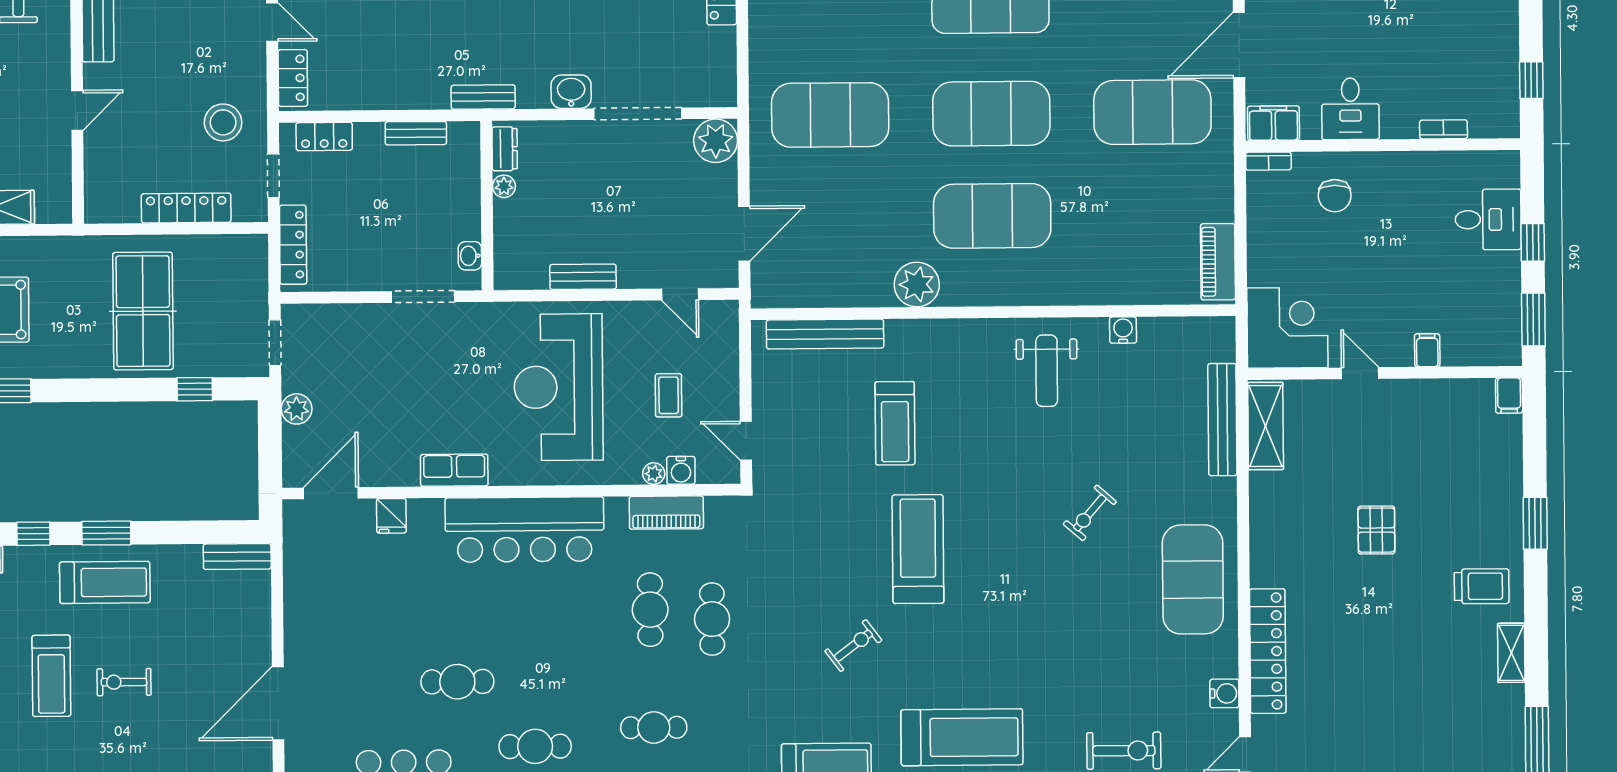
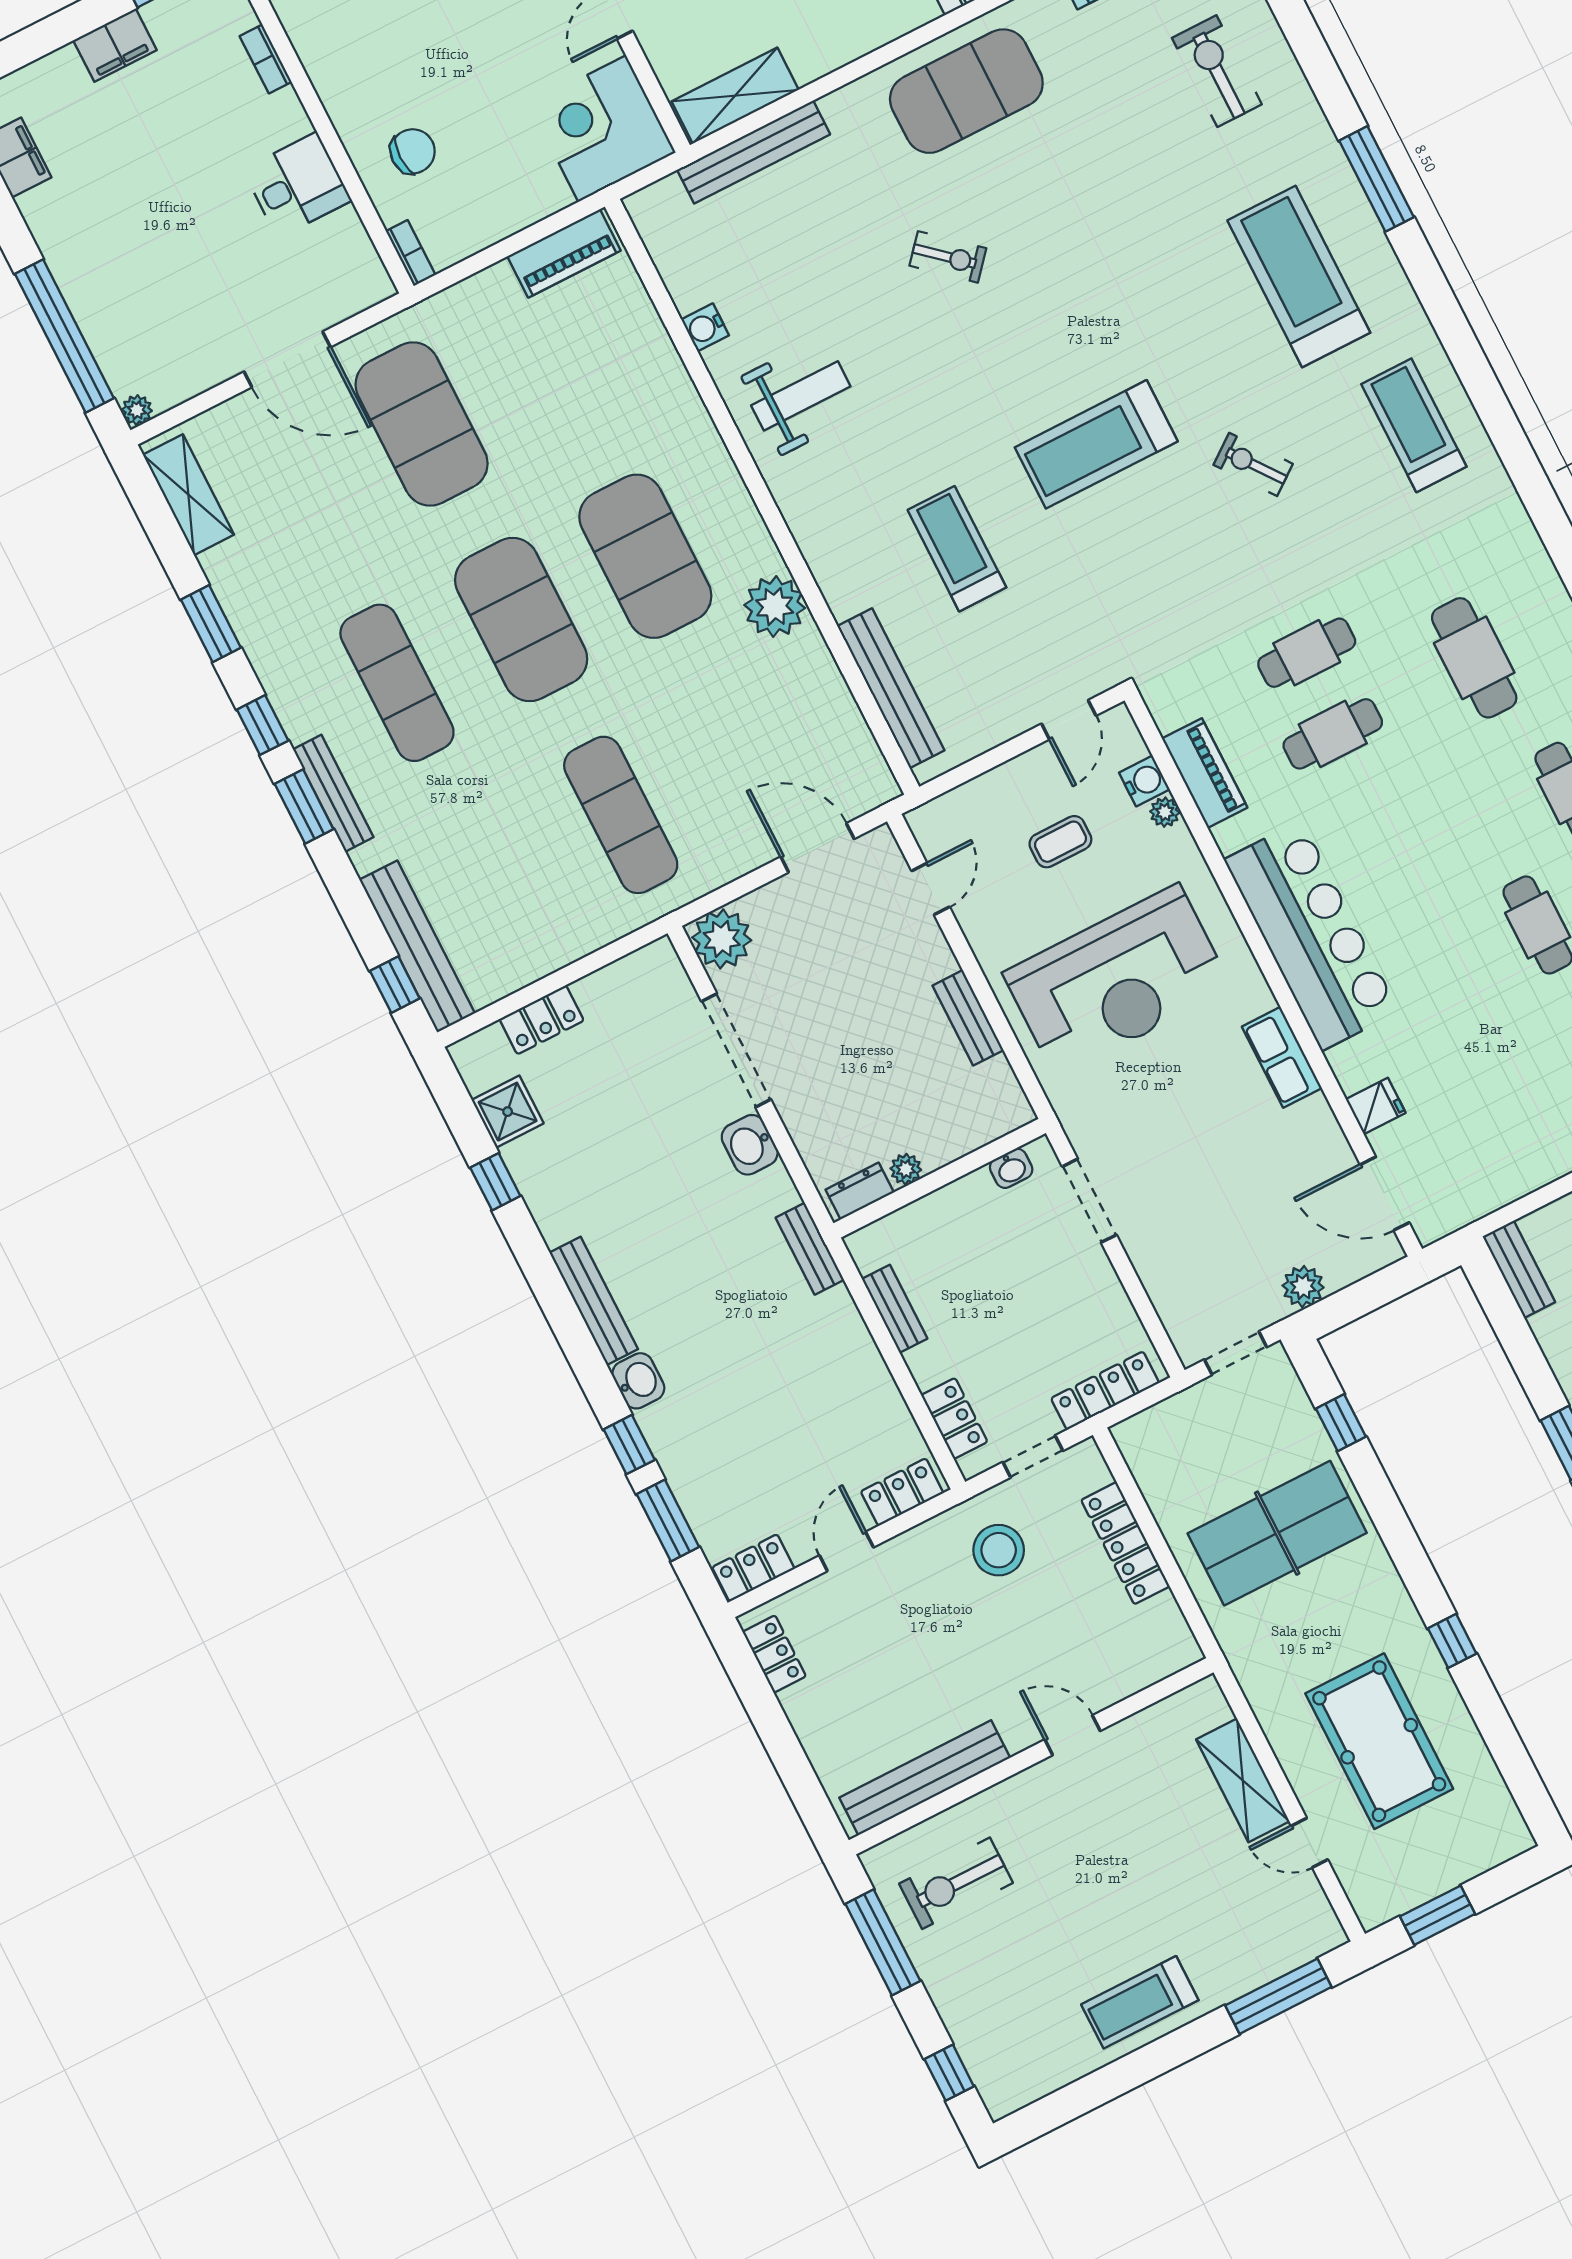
exercise mat: (830, 115) -> (621, 815), width x0.68
filing cabinet: (1273, 123) -> (115, 45), moved, turned -90
treadmill: (895, 423) -> (957, 549), turned -90
cafe table: (654, 727) -> (1474, 658), width x1.37, depth x1.35

